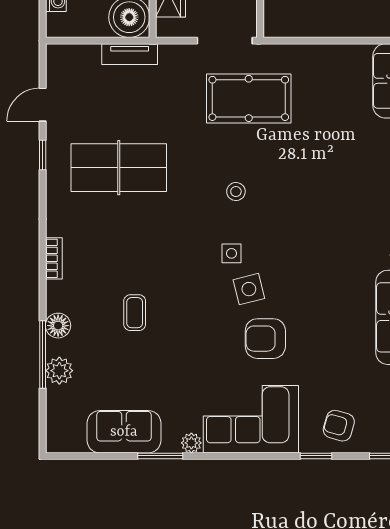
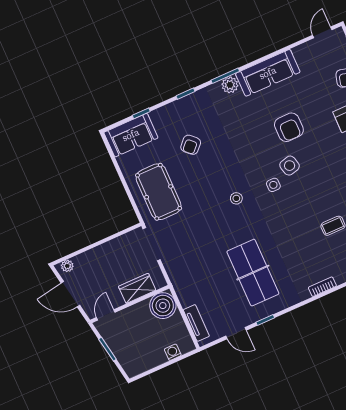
tv unit: (130, 54) -> (196, 323), moved
pool table: (249, 98) -> (159, 192), moved
armchair: (342, 160) -> (191, 145), added
armchair: (265, 339) -> (289, 127), moved

